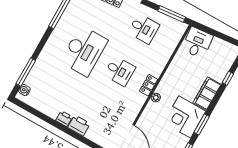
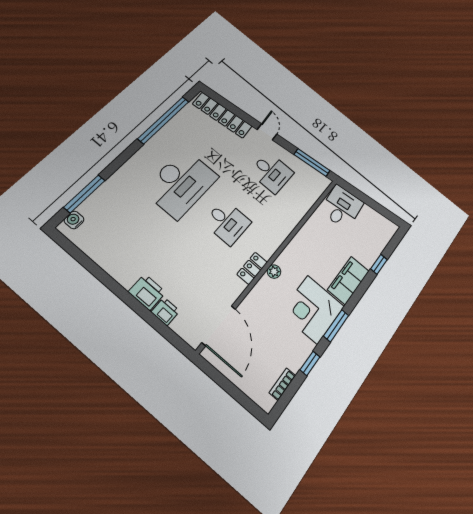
locker: (149, 85) -> (252, 268), moved
printer: (64, 119) -> (165, 311), moved

